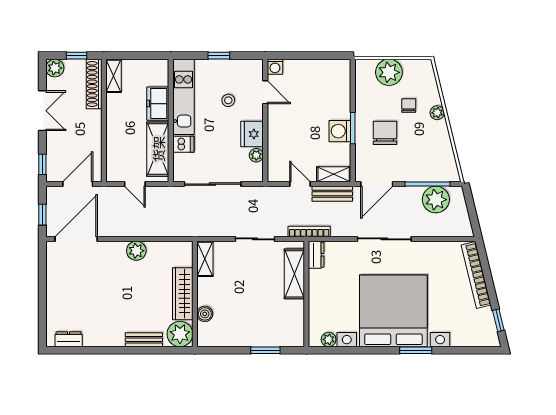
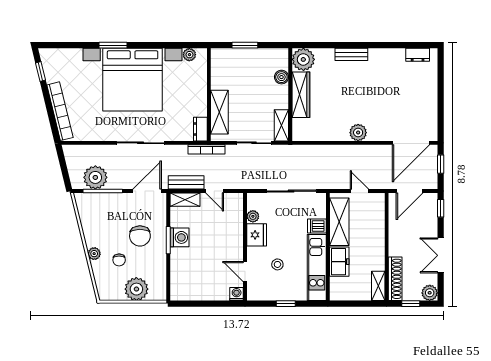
shelving: (205, 259) -> (281, 125), moved
wardrobe: (183, 294) -> (301, 95), moved
wall: (195, 294) -> (290, 95), moved
boiler: (205, 314) -> (281, 77), moved
plant: (180, 334) -> (303, 59), moved

